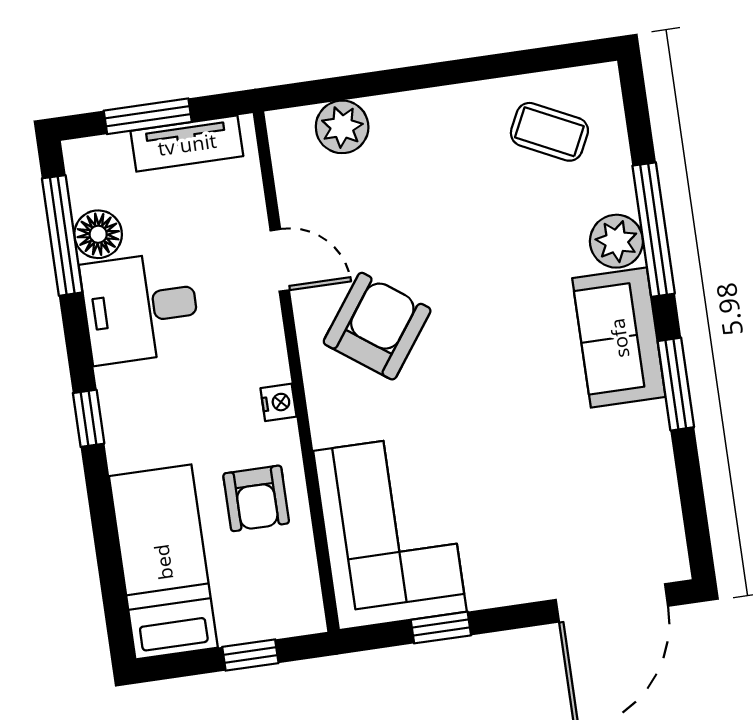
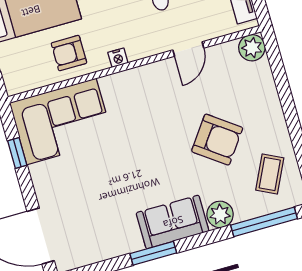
plant: (342, 127) -> (252, 48), moved
window: (654, 230) -> (264, 222), moved
armchair: (377, 326) -> (217, 140), moved

